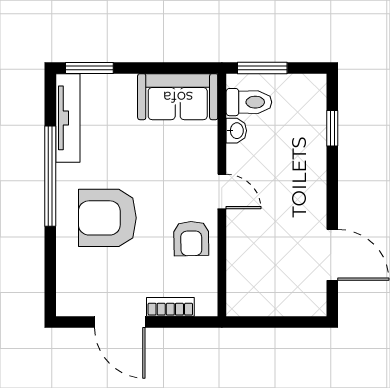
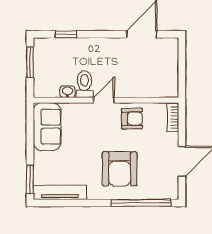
window: (262, 68) -> (30, 62), moved
toilet: (249, 102) -> (85, 84), moved
window: (50, 176) -> (141, 203), moved
bookcase: (170, 307) -> (173, 118), moved

